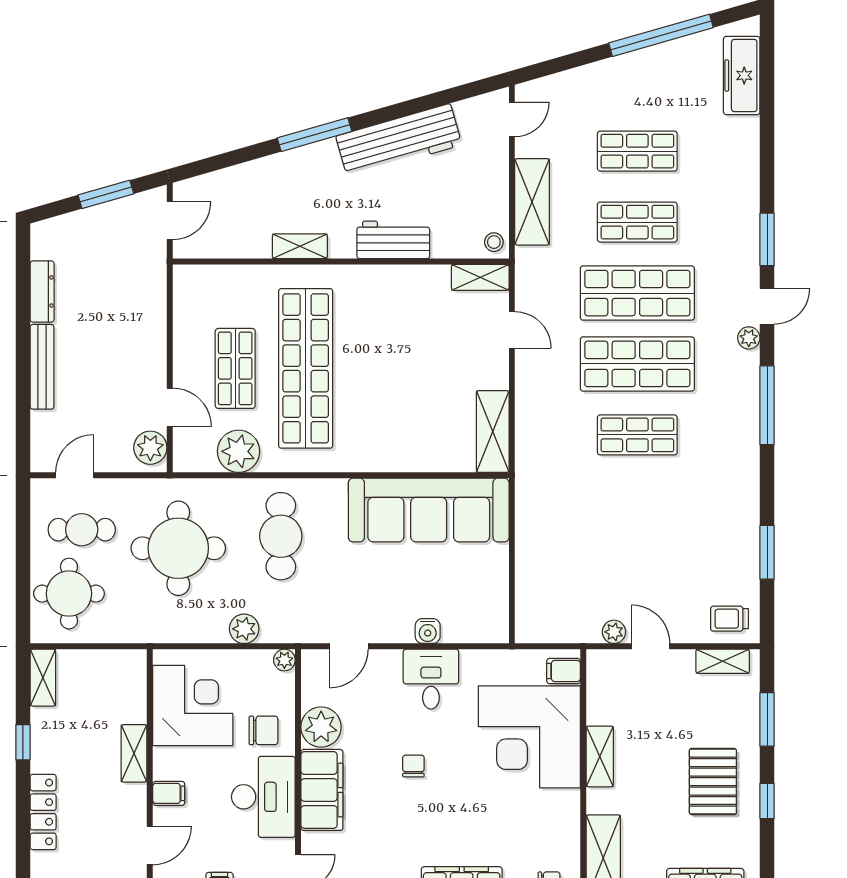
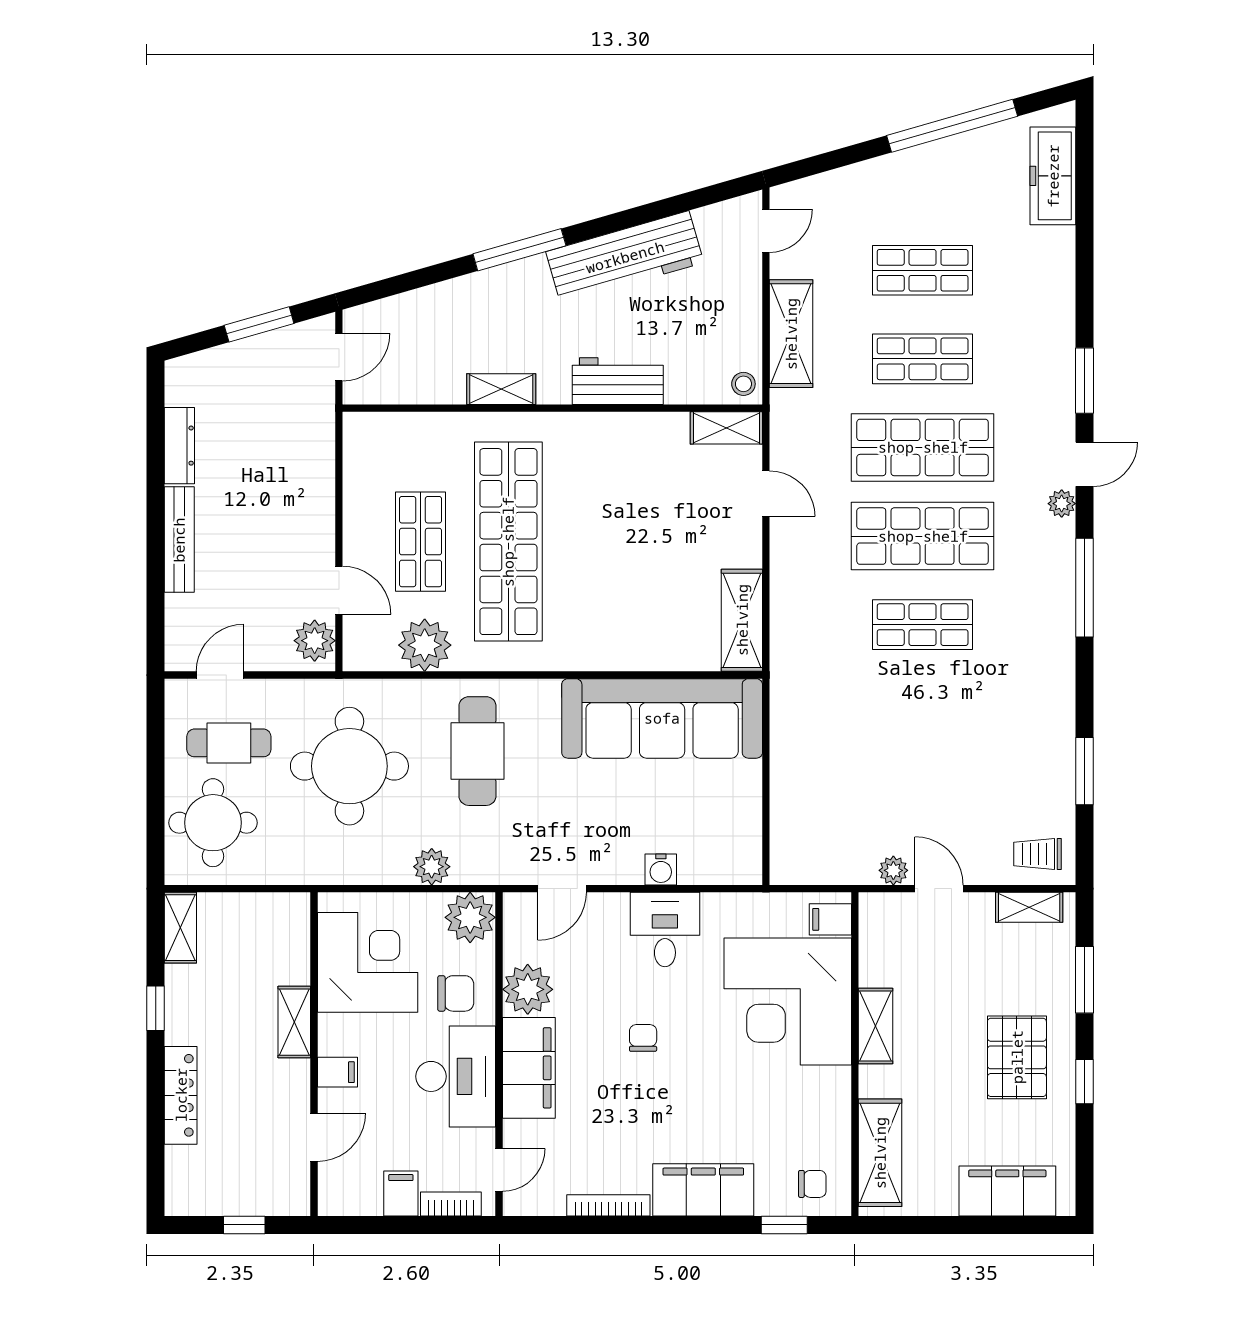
plant: (284, 660) -> (470, 917), width x1.88, depth x1.88

